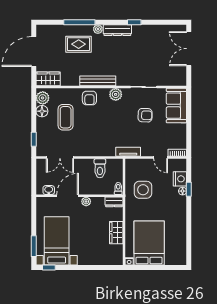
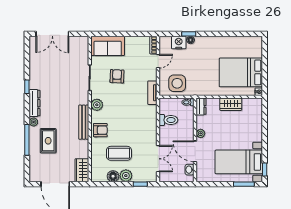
plant: (43, 98) -> (126, 176), moved
side table: (143, 190) -> (177, 83), moved

